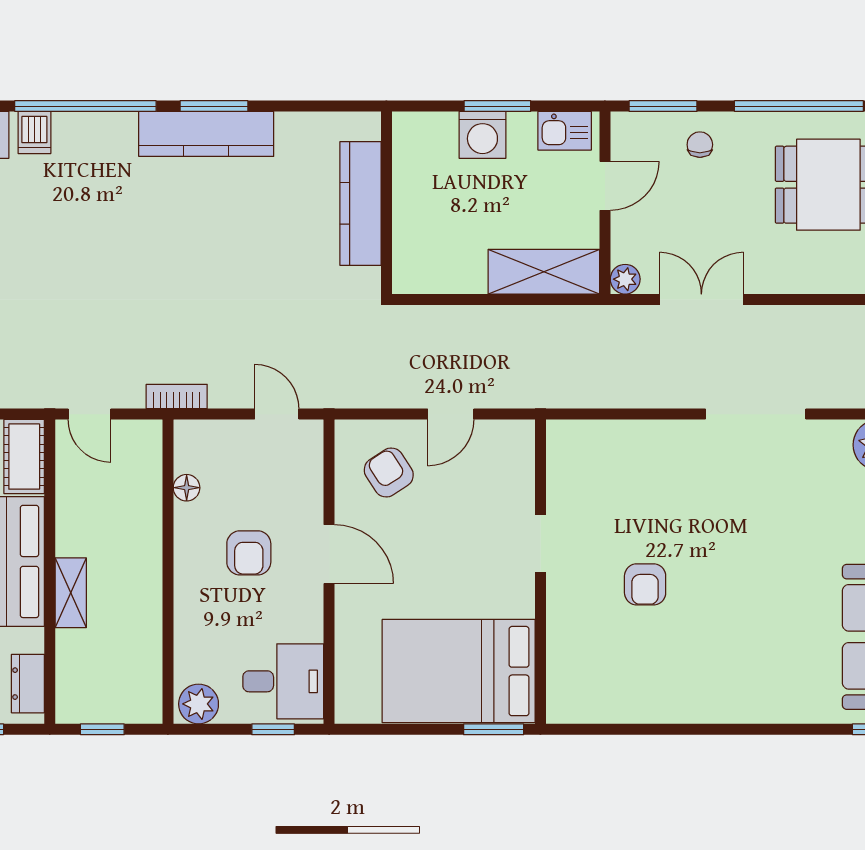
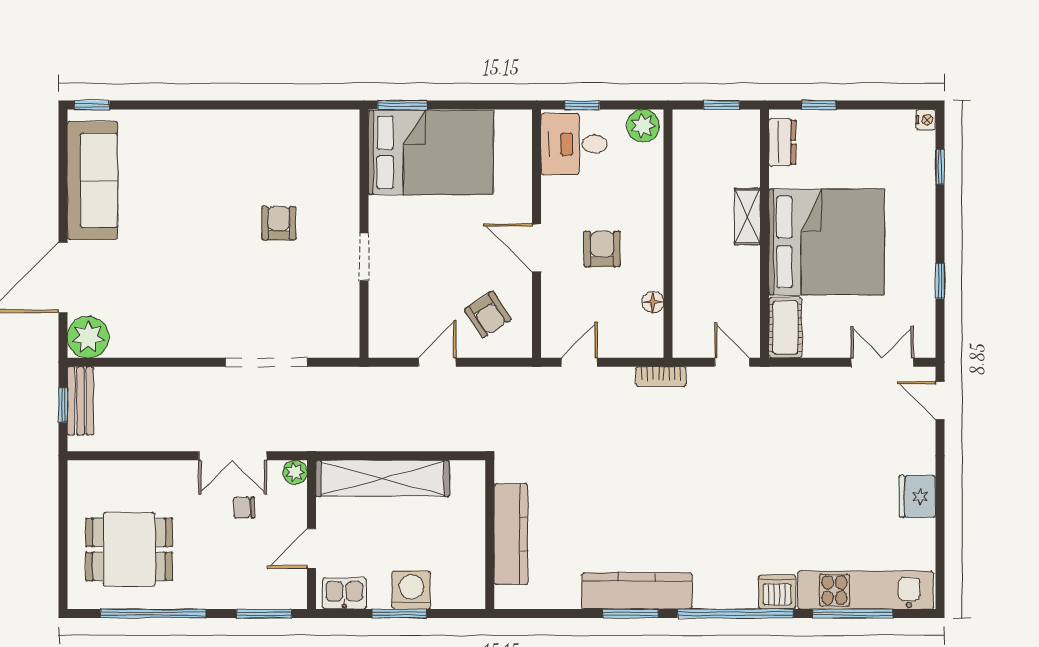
dishwasher: (34, 133) -> (777, 592), width x1.38
chair: (700, 145) -> (244, 507), moved, turned 90
shelving: (544, 272) -> (383, 478), width x1.47
door: (277, 414) -> (579, 362), swing flipped
doorway: (756, 414) -> (266, 362), moved

